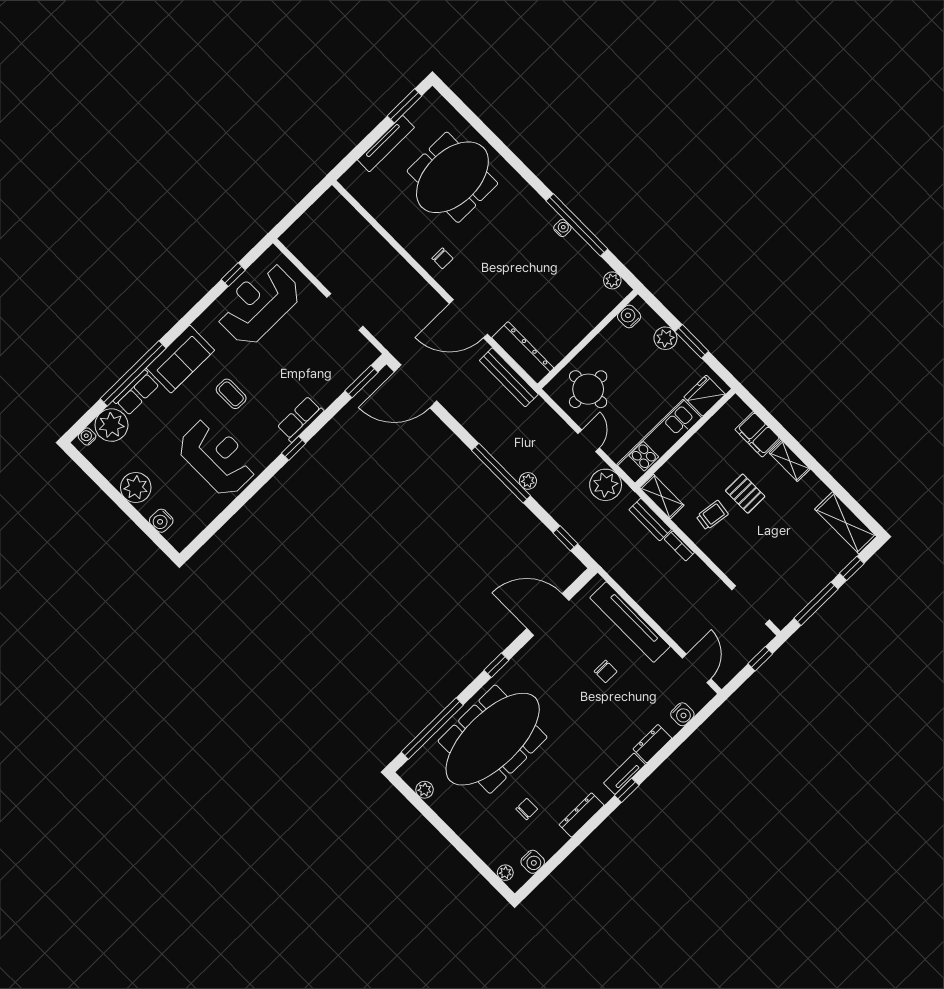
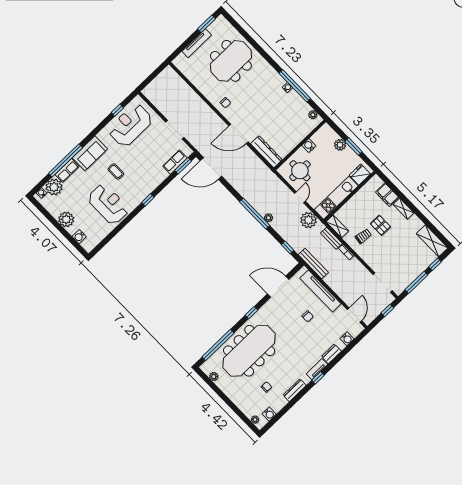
water cooler: (629, 316) -> (309, 146), moved
bench: (509, 377) -> (313, 264), moved
row of seats: (300, 419) -> (175, 162), moved

